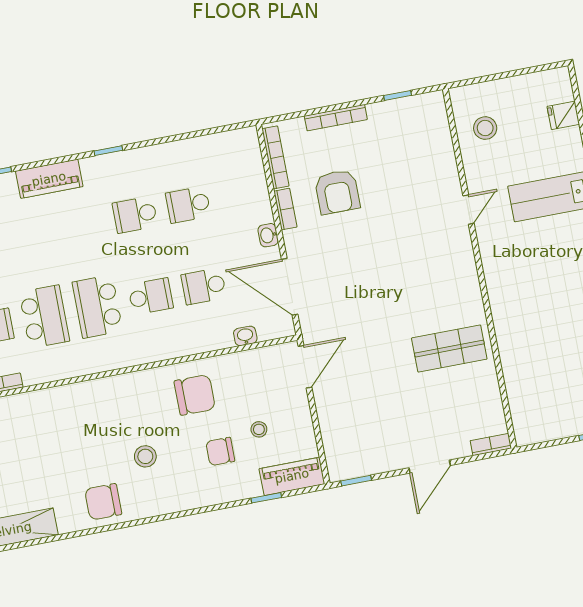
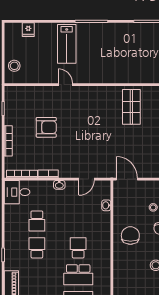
stool: (485, 128) -> (14, 66), moved
desk: (238, 154) -> (17, 192), added
armchair: (337, 192) -> (46, 127), moved
school desk: (135, 215) -> (37, 248), turned 180
school desk: (204, 286) -> (78, 221), removed
door: (290, 287) -> (86, 179), width x0.53

